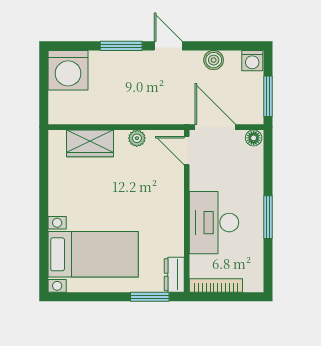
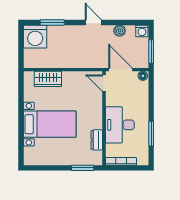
window: (121, 46) -> (52, 22), moved
plant: (137, 138) -> (75, 76), removed
window: (268, 217) -> (151, 134), moved
bed with nightstands: (93, 254) -> (50, 124), moved
dresser: (174, 275) -> (97, 140), moved

